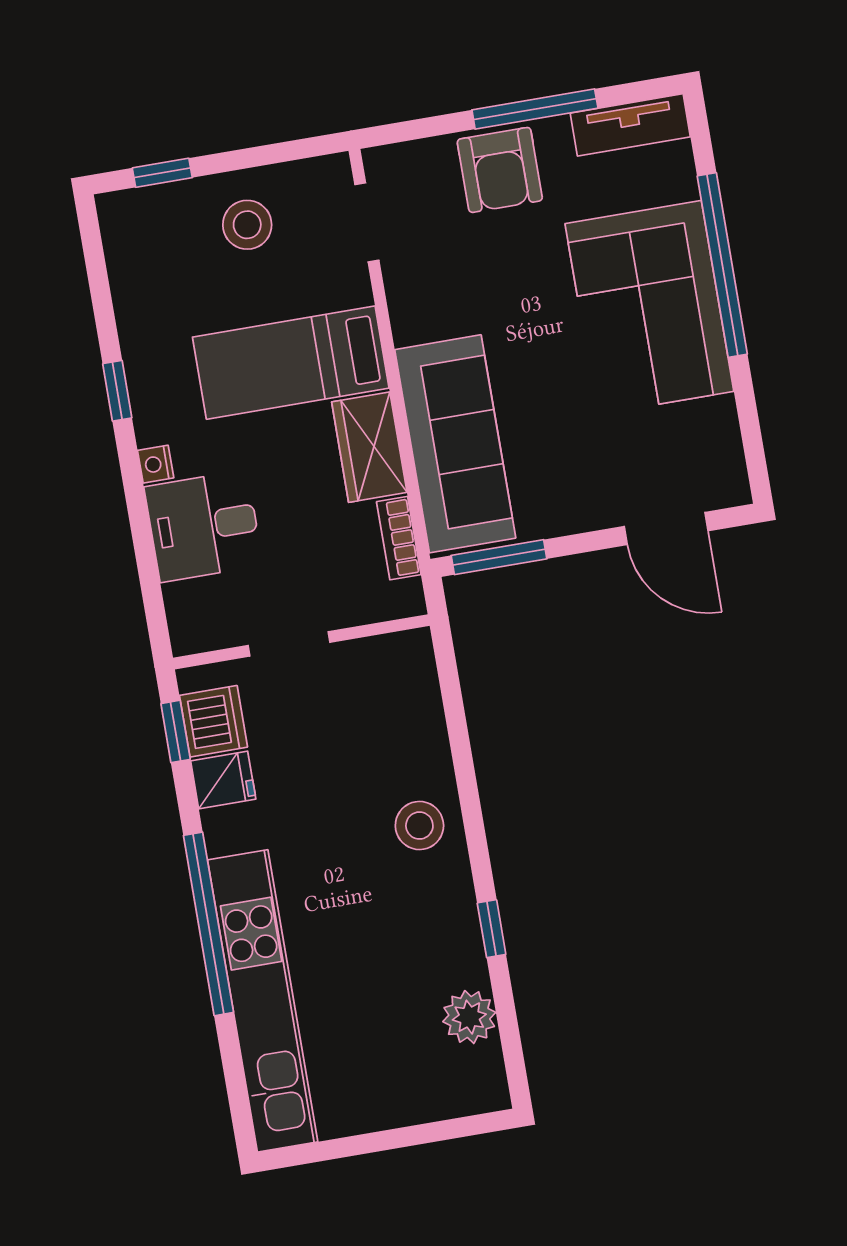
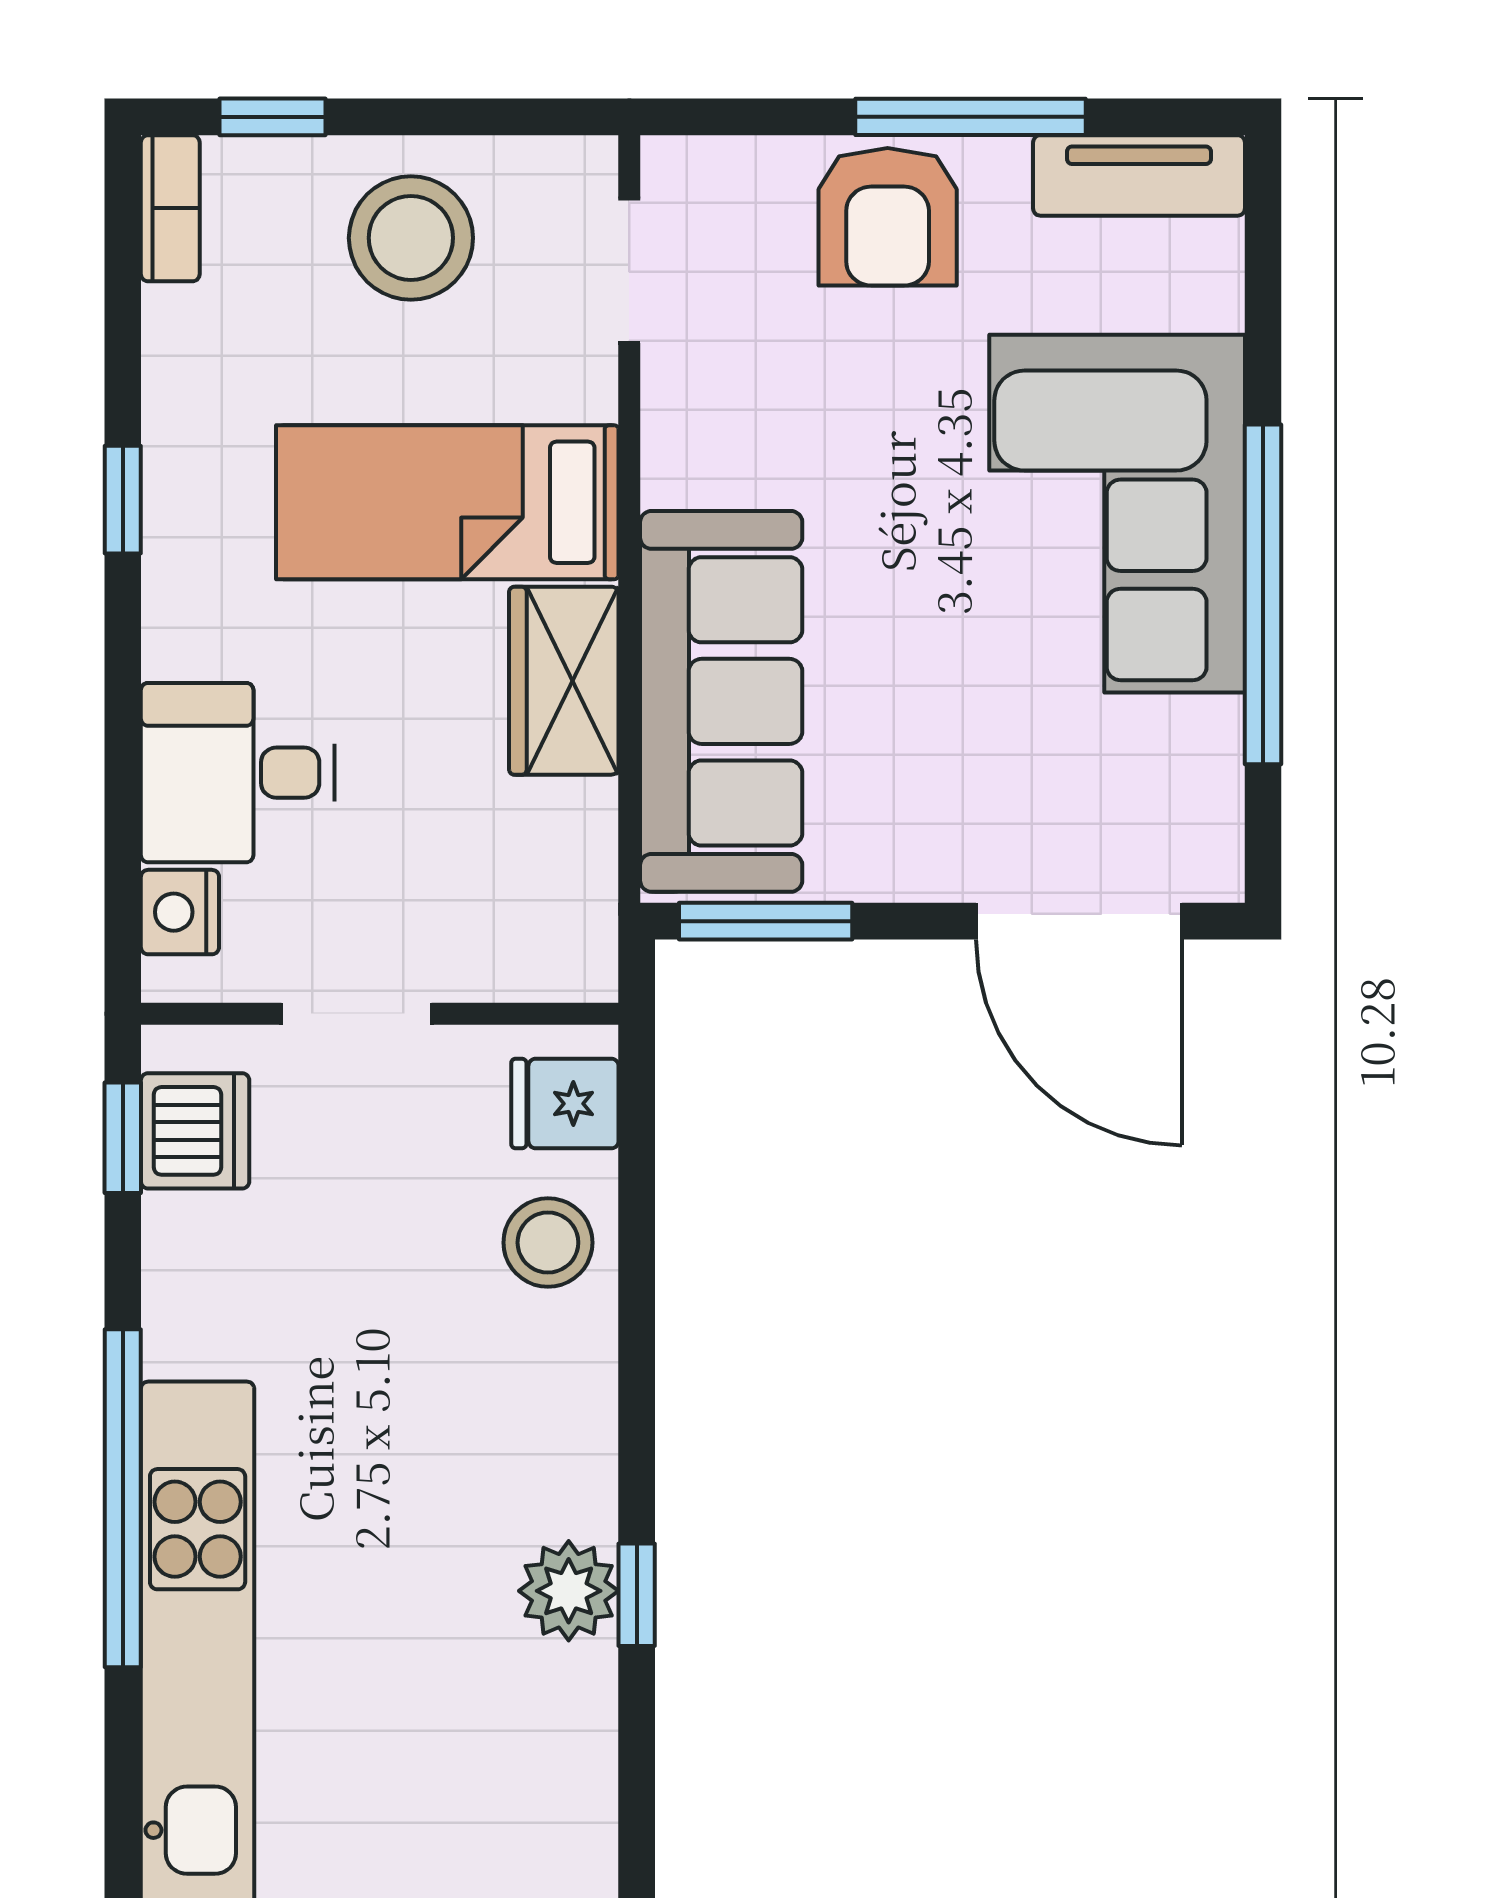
stool: (247, 225) -> (411, 238), width x1.38, depth x1.38
window: (722, 265) -> (1263, 594), moved
nightstand: (156, 464) -> (180, 912), moved, width x1.39, depth x1.35
door: (666, 529) -> (1079, 921), width x1.36
bookcase: (399, 538) -> (170, 208), moved, turned 180
fridge: (223, 780) -> (565, 1104), moved, turned 180
stool: (419, 826) -> (548, 1243), moved
plant: (469, 1017) -> (569, 1591), moved

